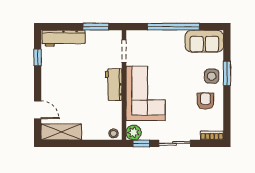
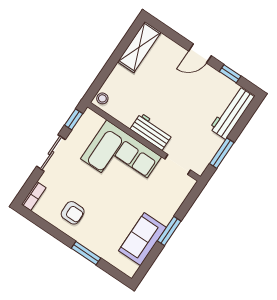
window: (173, 27) -> (169, 231), width x0.47
sofa: (204, 41) -> (142, 239), moved
side table: (212, 76) -> (93, 236), removed
door: (38, 110) -> (200, 53), moved
plant: (134, 132) -> (90, 119), removed

